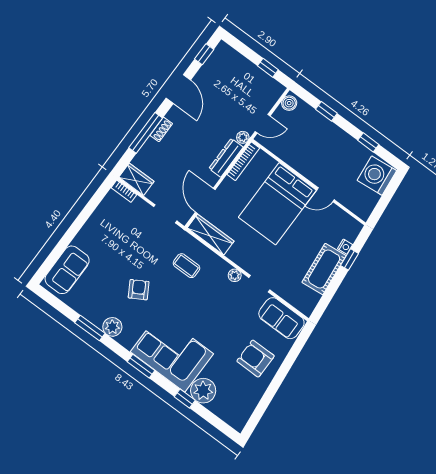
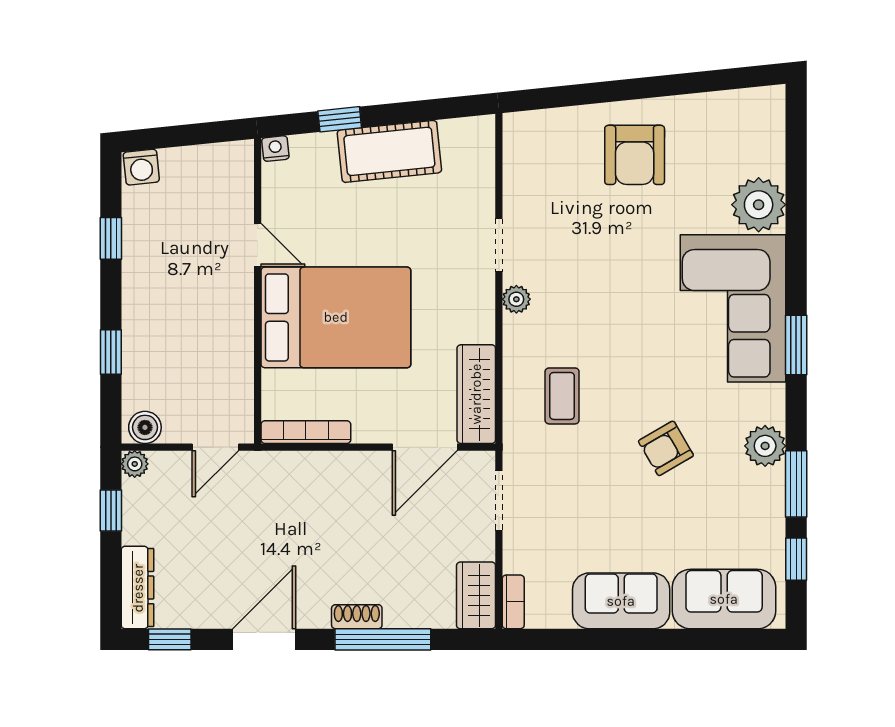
door: (263, 124) -> (215, 447), swing flipped
plant: (243, 137) -> (135, 464), moved
dresser: (226, 158) -> (138, 588), moved, turned -90
washing machine: (377, 176) -> (141, 167), width x0.53, depth x0.53
nightstand: (345, 247) -> (275, 149), moved
sofa: (281, 318) -> (621, 601), moved, turned -90
window: (185, 399) -> (796, 559), moved

